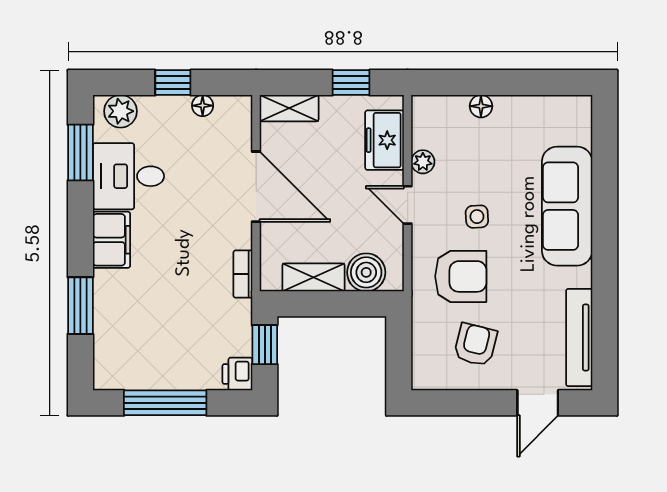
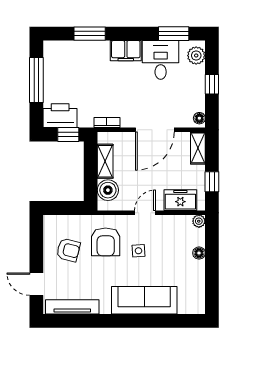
floor lamp: (203, 106) -> (199, 118), moved
plant: (423, 162) -> (199, 221), moved
printer: (237, 374) -> (60, 116), width x1.87, depth x1.48

